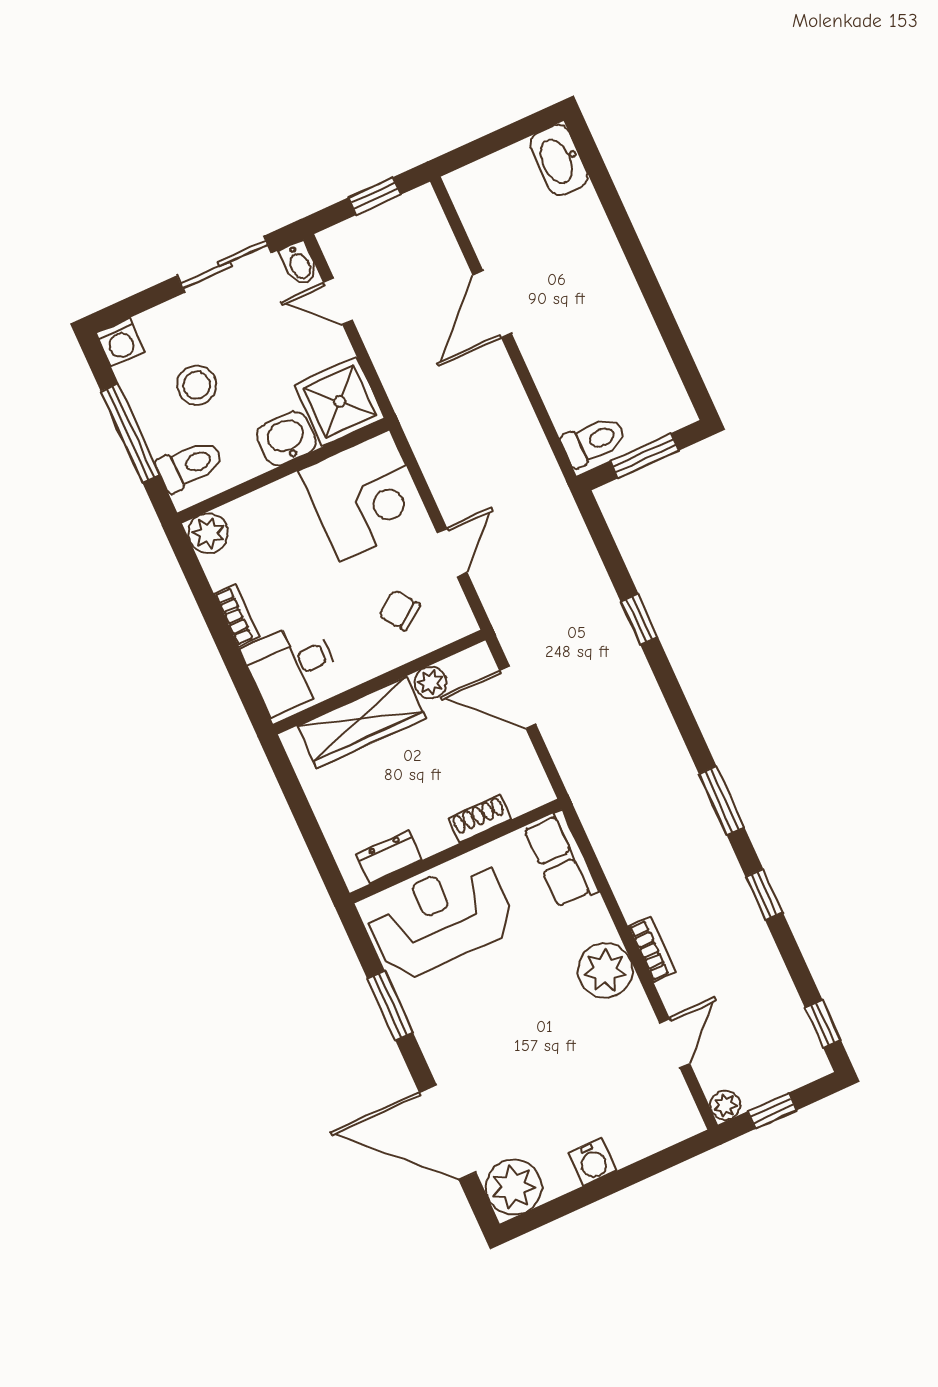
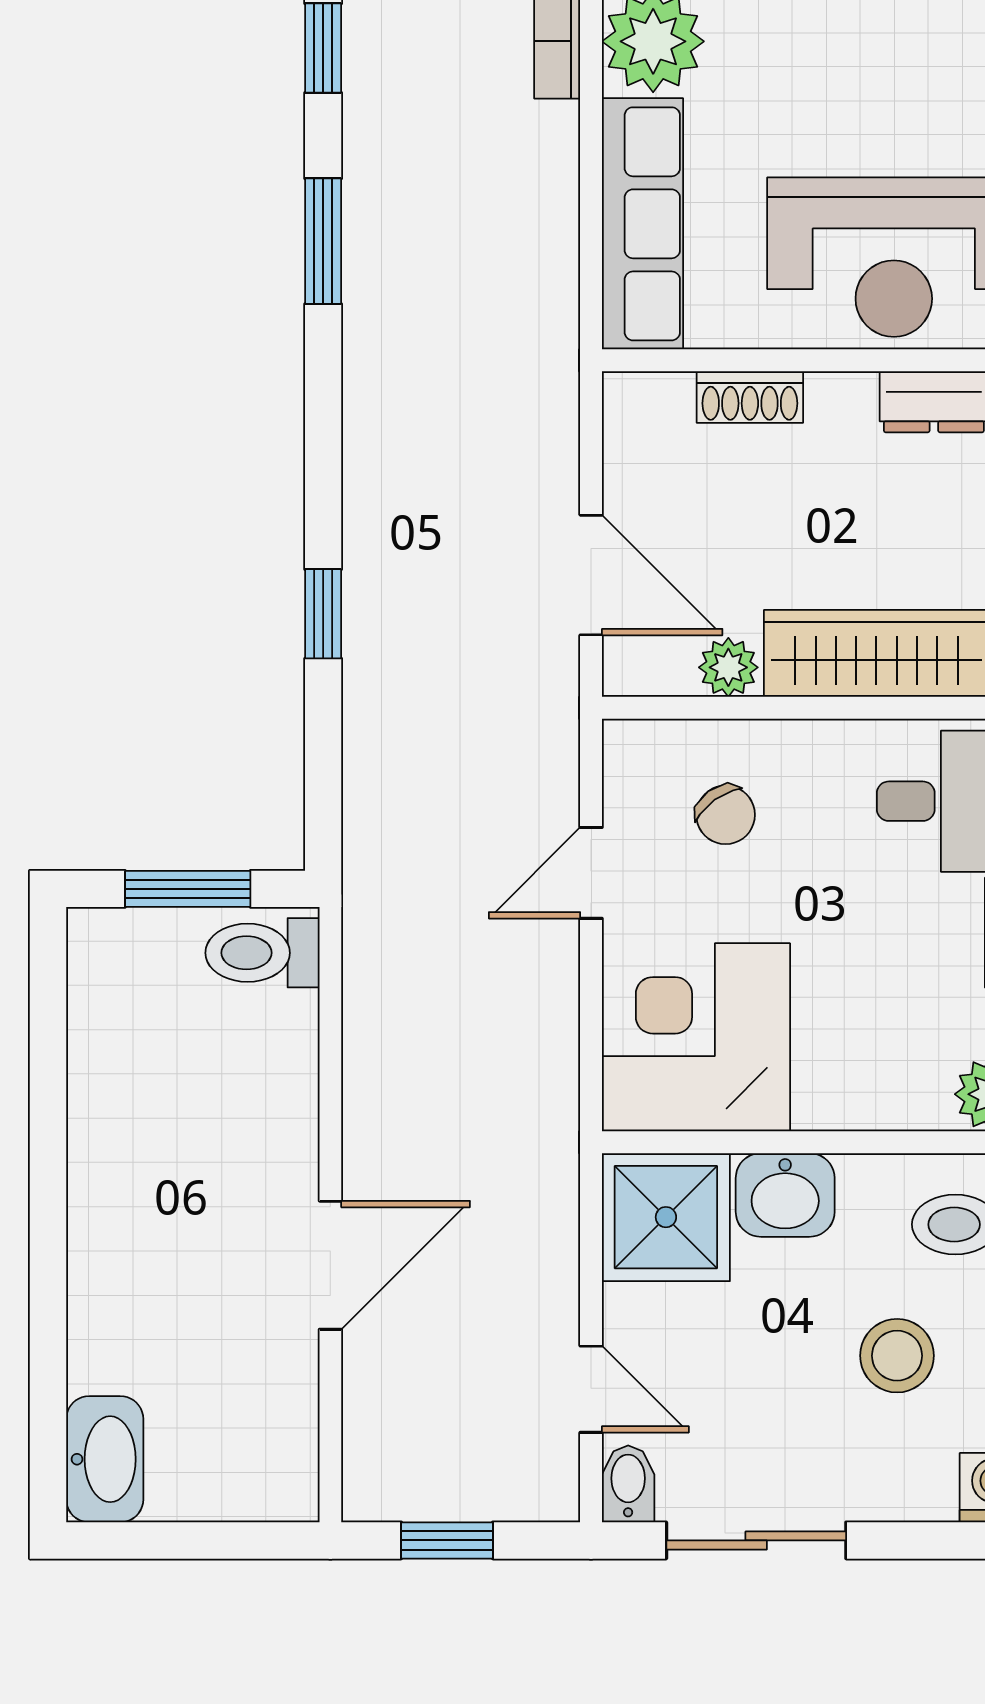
row of seats: (561, 860) -> (643, 224), width x1.48

